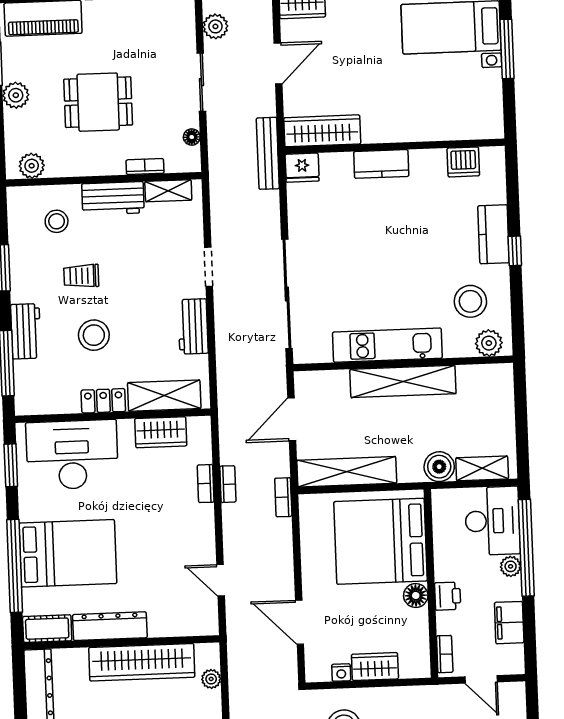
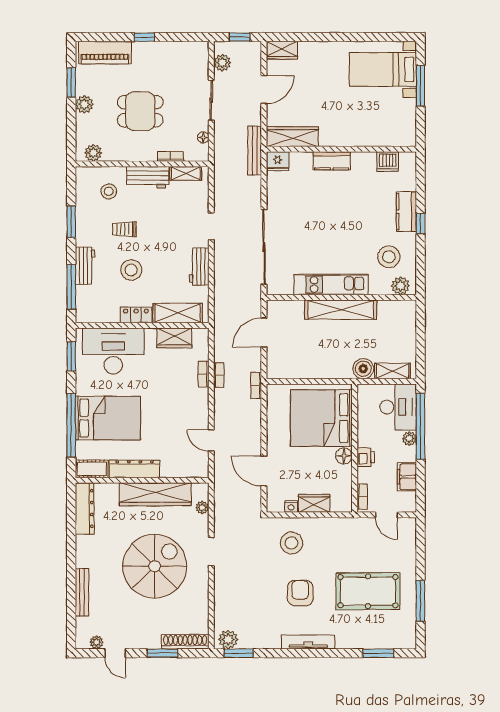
shelving: (347, 472) -> (300, 370), removed

